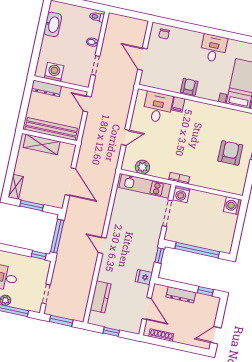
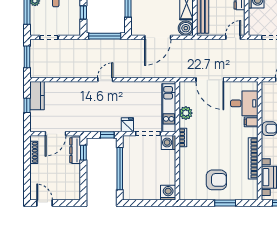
bookcase: (216, 110) -> (253, 158), added
door: (125, 137) -> (210, 80), width x1.88
boiler: (67, 151) -> (186, 28), added
plant: (142, 167) -> (186, 113), moved
window: (39, 255) -> (83, 12), moved
fridge: (144, 277) -> (127, 125), moved
window: (205, 291) -> (83, 153), moved
dresser: (181, 295) -> (75, 150), moved
kitchen counter: (101, 297) -> (37, 96), moved, turned -90

